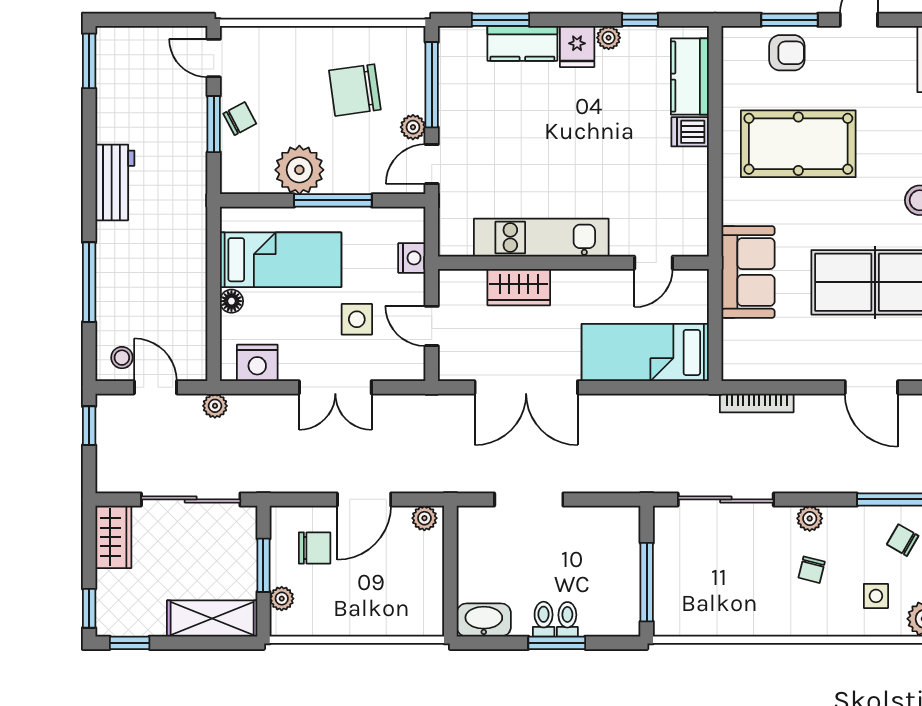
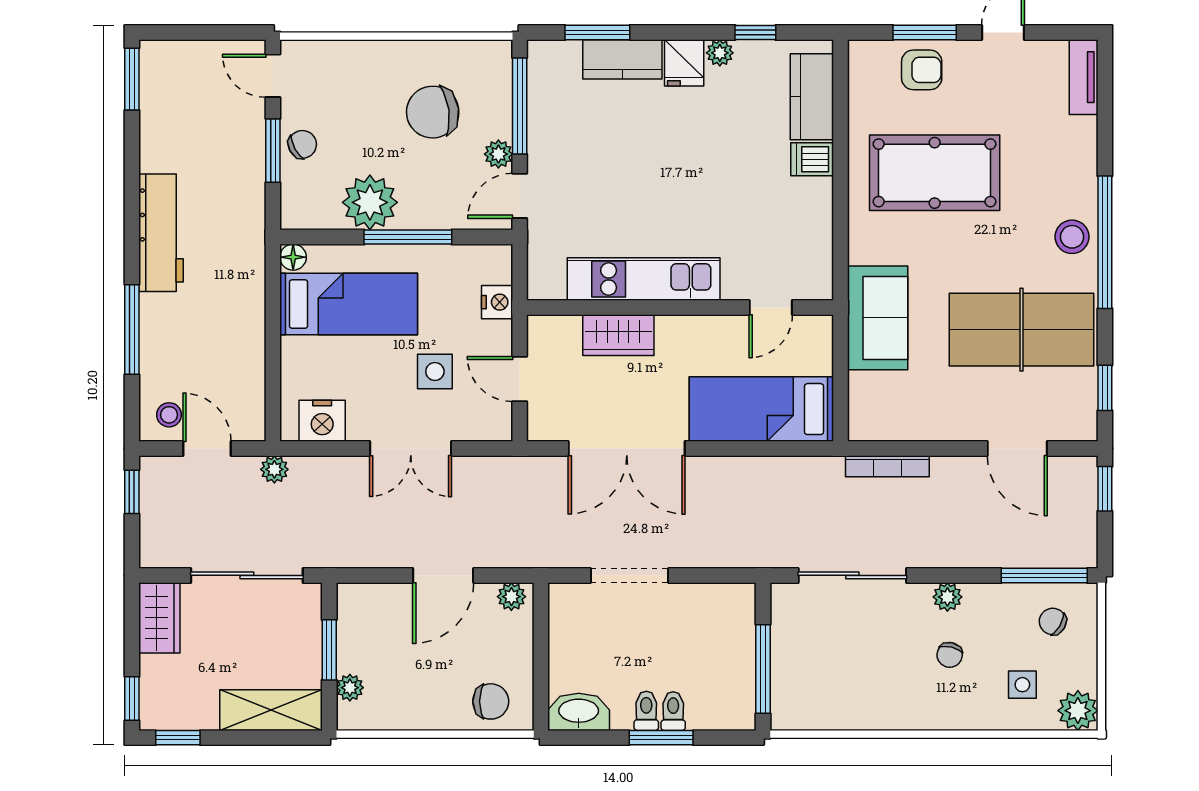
workbench: (115, 182) -> (161, 233), width x1.38
floor lamp: (231, 301) -> (293, 257), moved
chair: (315, 548) -> (491, 701), moved

